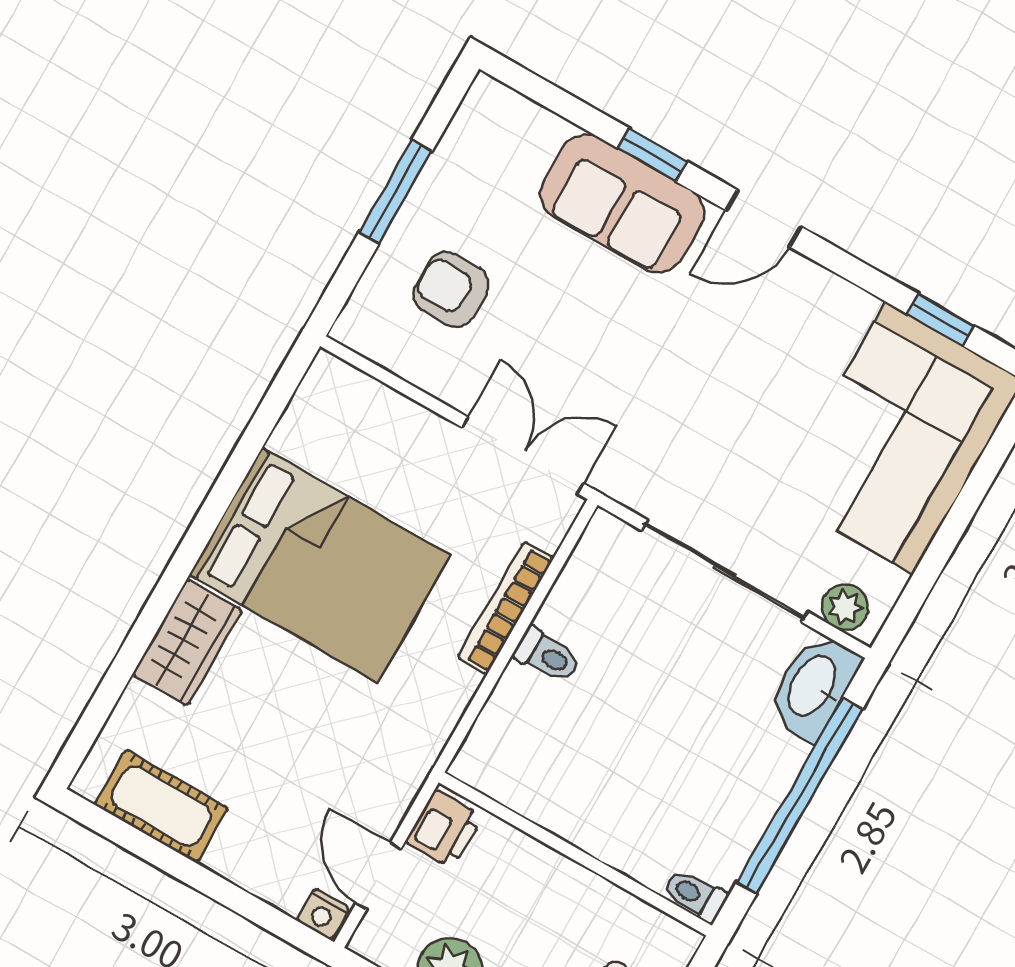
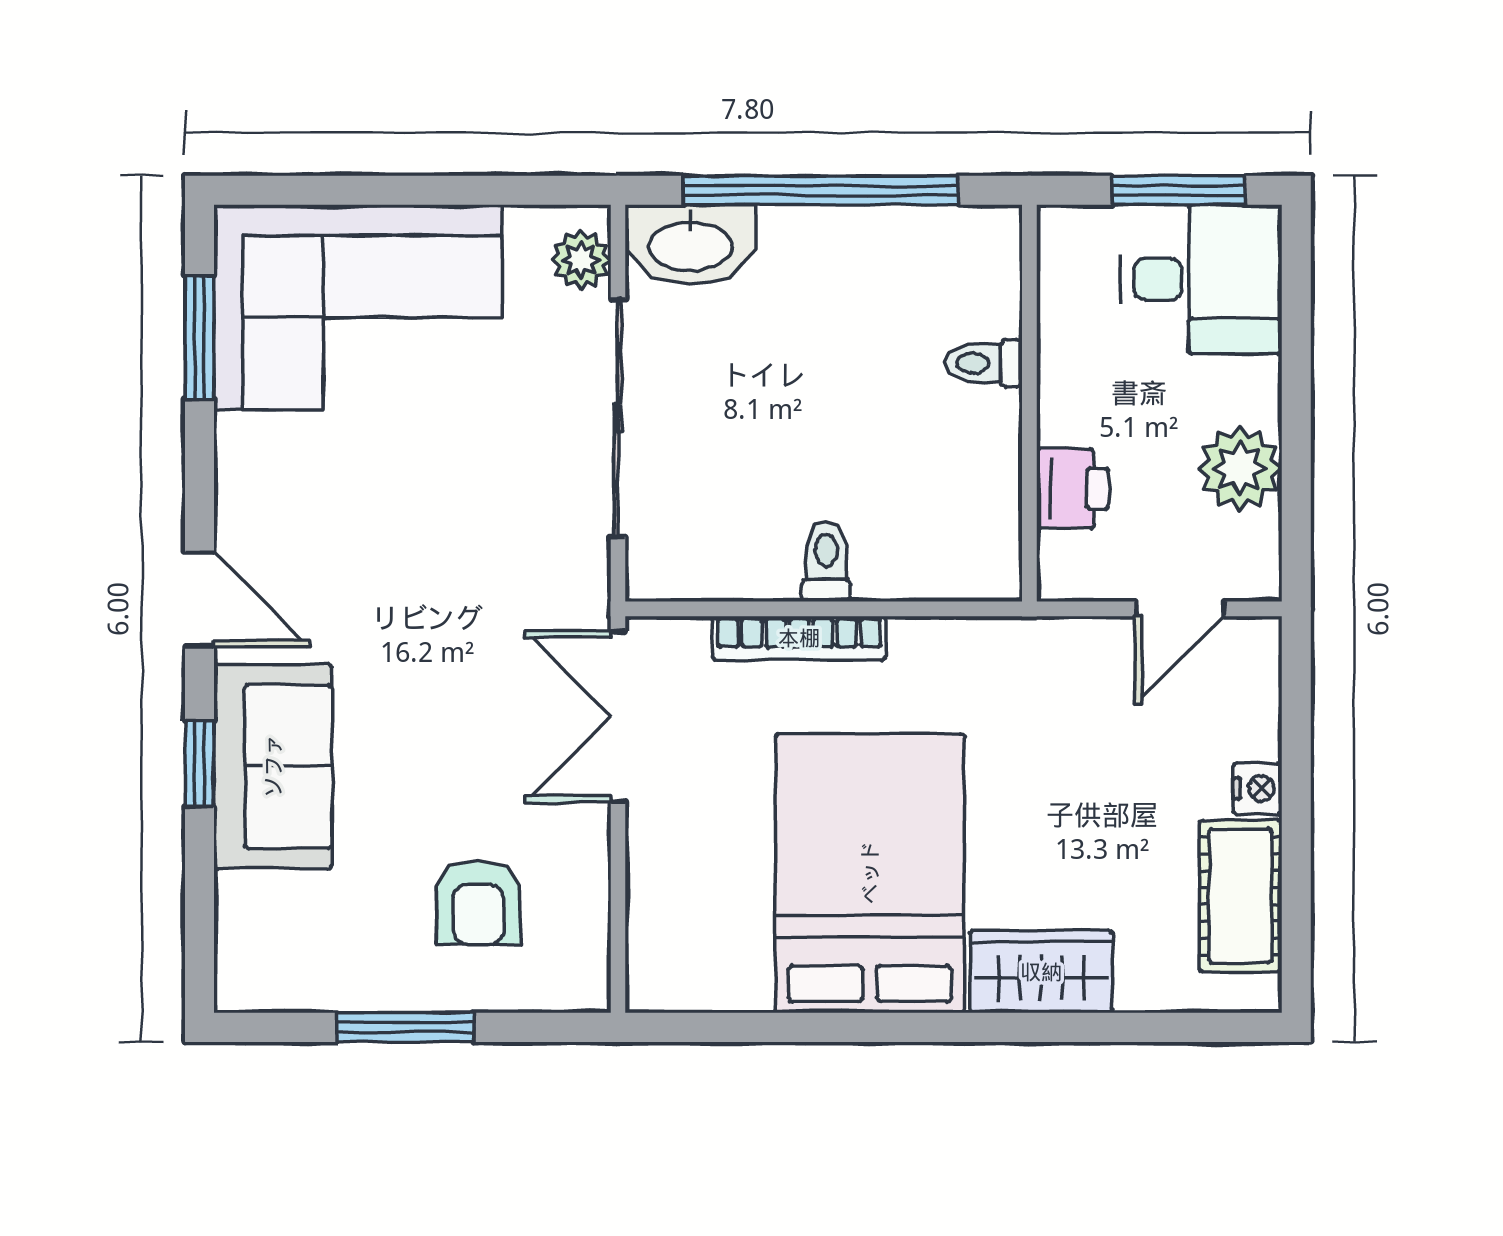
window: (940, 320) -> (199, 337), width x1.50
printer: (444, 829) -> (1072, 489), moved, turned 90
toilet: (695, 895) -> (984, 363), moved, turned 90
nightstand: (323, 914) -> (1258, 788), moved

